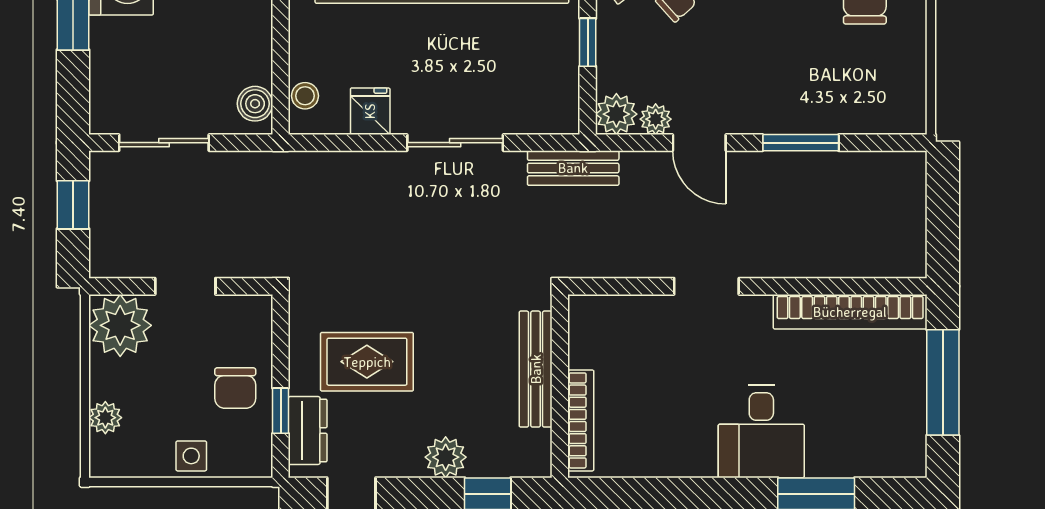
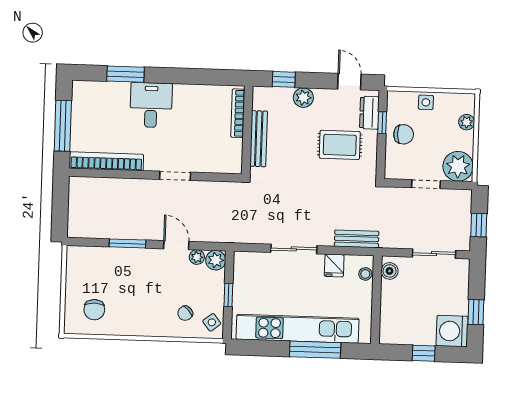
bench: (573, 168) -> (357, 239), moved
chair: (235, 388) -> (404, 134), turned 90

